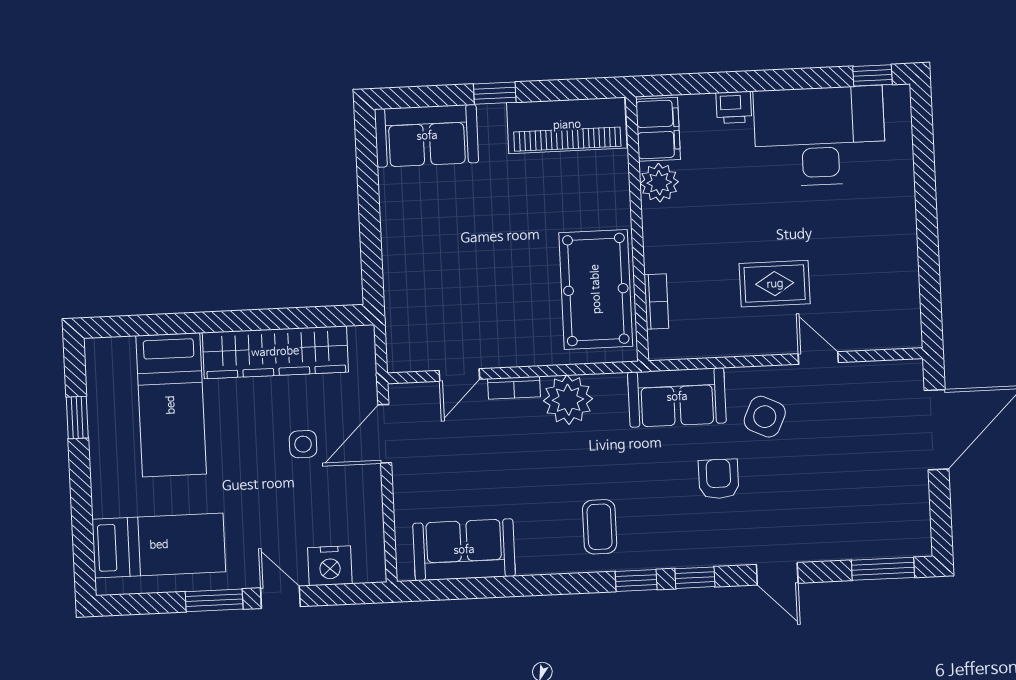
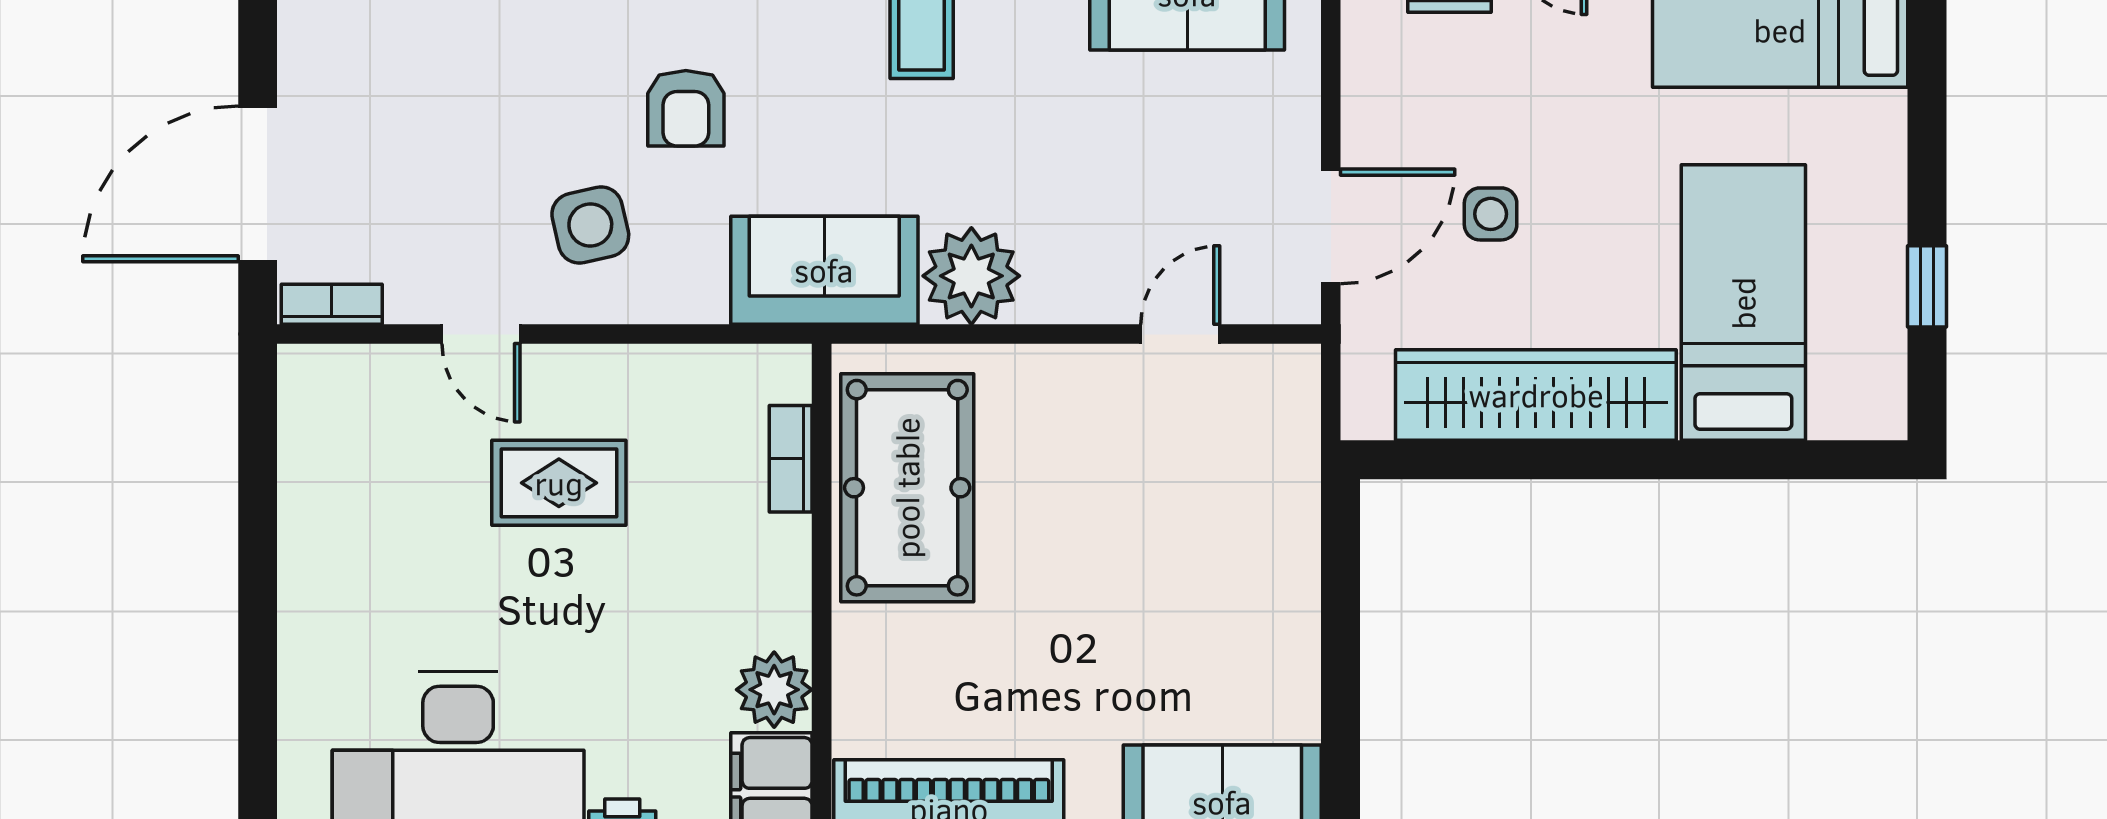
bookcase: (514, 388) -> (332, 304), moved
sofa: (677, 397) -> (824, 270), moved
side table: (765, 417) -> (590, 225), turned -38

